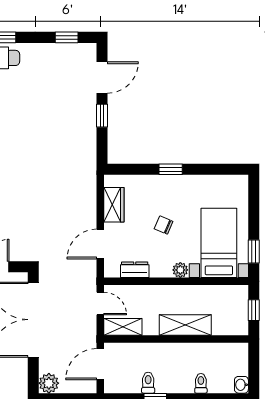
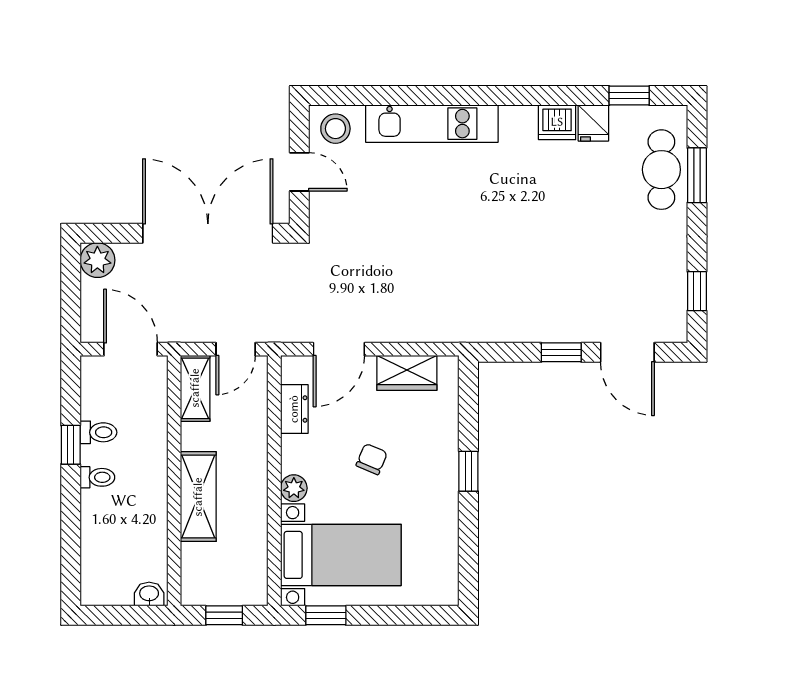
door: (100, 244) -> (339, 349), swing flipped
toilet: (201, 383) -> (97, 477), moved
washbasin: (241, 385) -> (149, 594), moved

